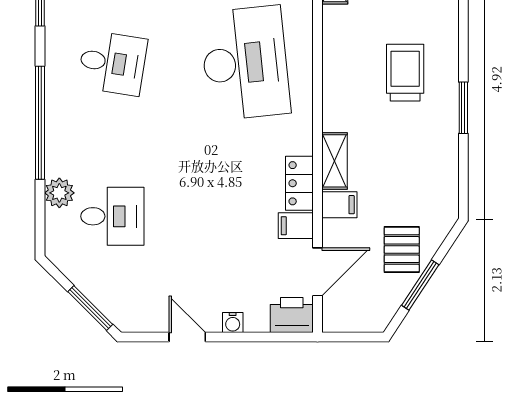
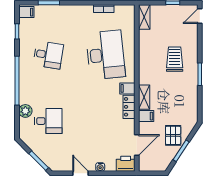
filing cabinet: (296, 226) -> (127, 88), moved

